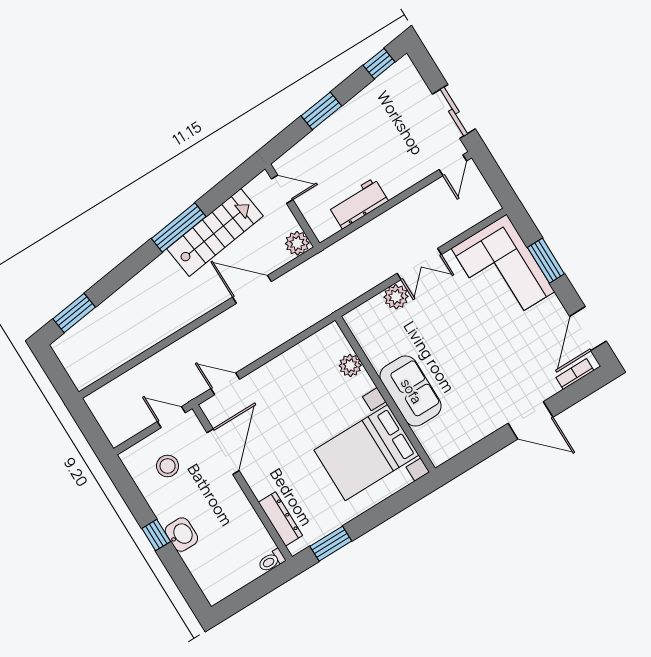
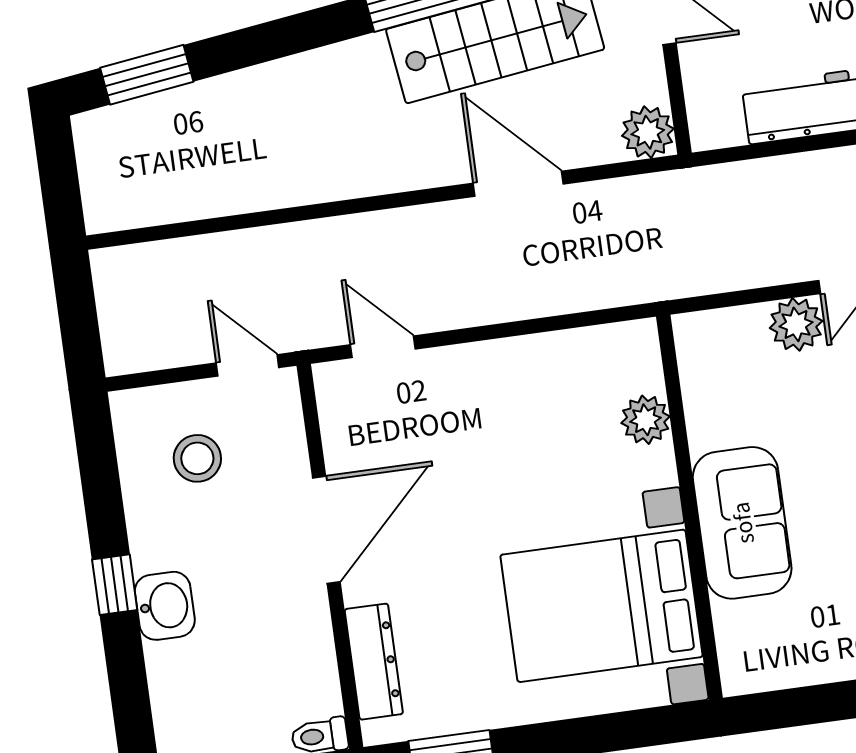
door: (223, 452) -> (326, 530), moved

